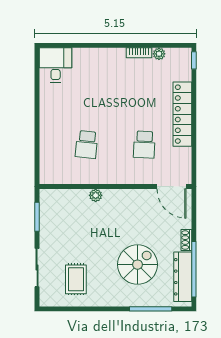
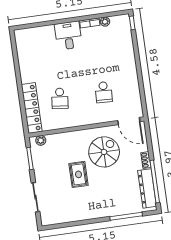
desk: (56, 65) -> (68, 36), moved
locker: (182, 114) -> (32, 108), moved, turned 180
plant: (96, 195) -> (41, 140), moved
spiral stairs: (138, 265) -> (104, 152), moved
rug: (76, 279) -> (78, 174), moved

